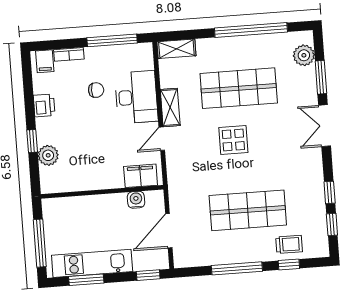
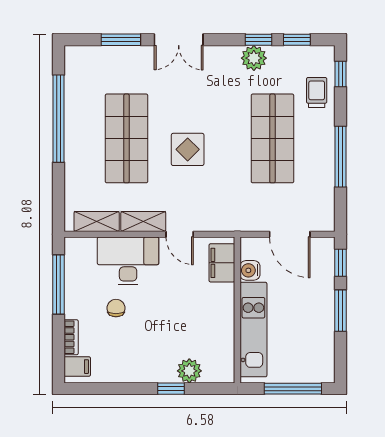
shelving: (176, 49) -> (97, 221), moved, turned 90
plant: (304, 55) -> (254, 58), moved
printer: (44, 105) -> (130, 371), removed
kitchen unit: (92, 263) -> (253, 330), moved, turned 180
window: (289, 265) -> (341, 74), moved
window: (86, 280) -> (341, 311), moved

